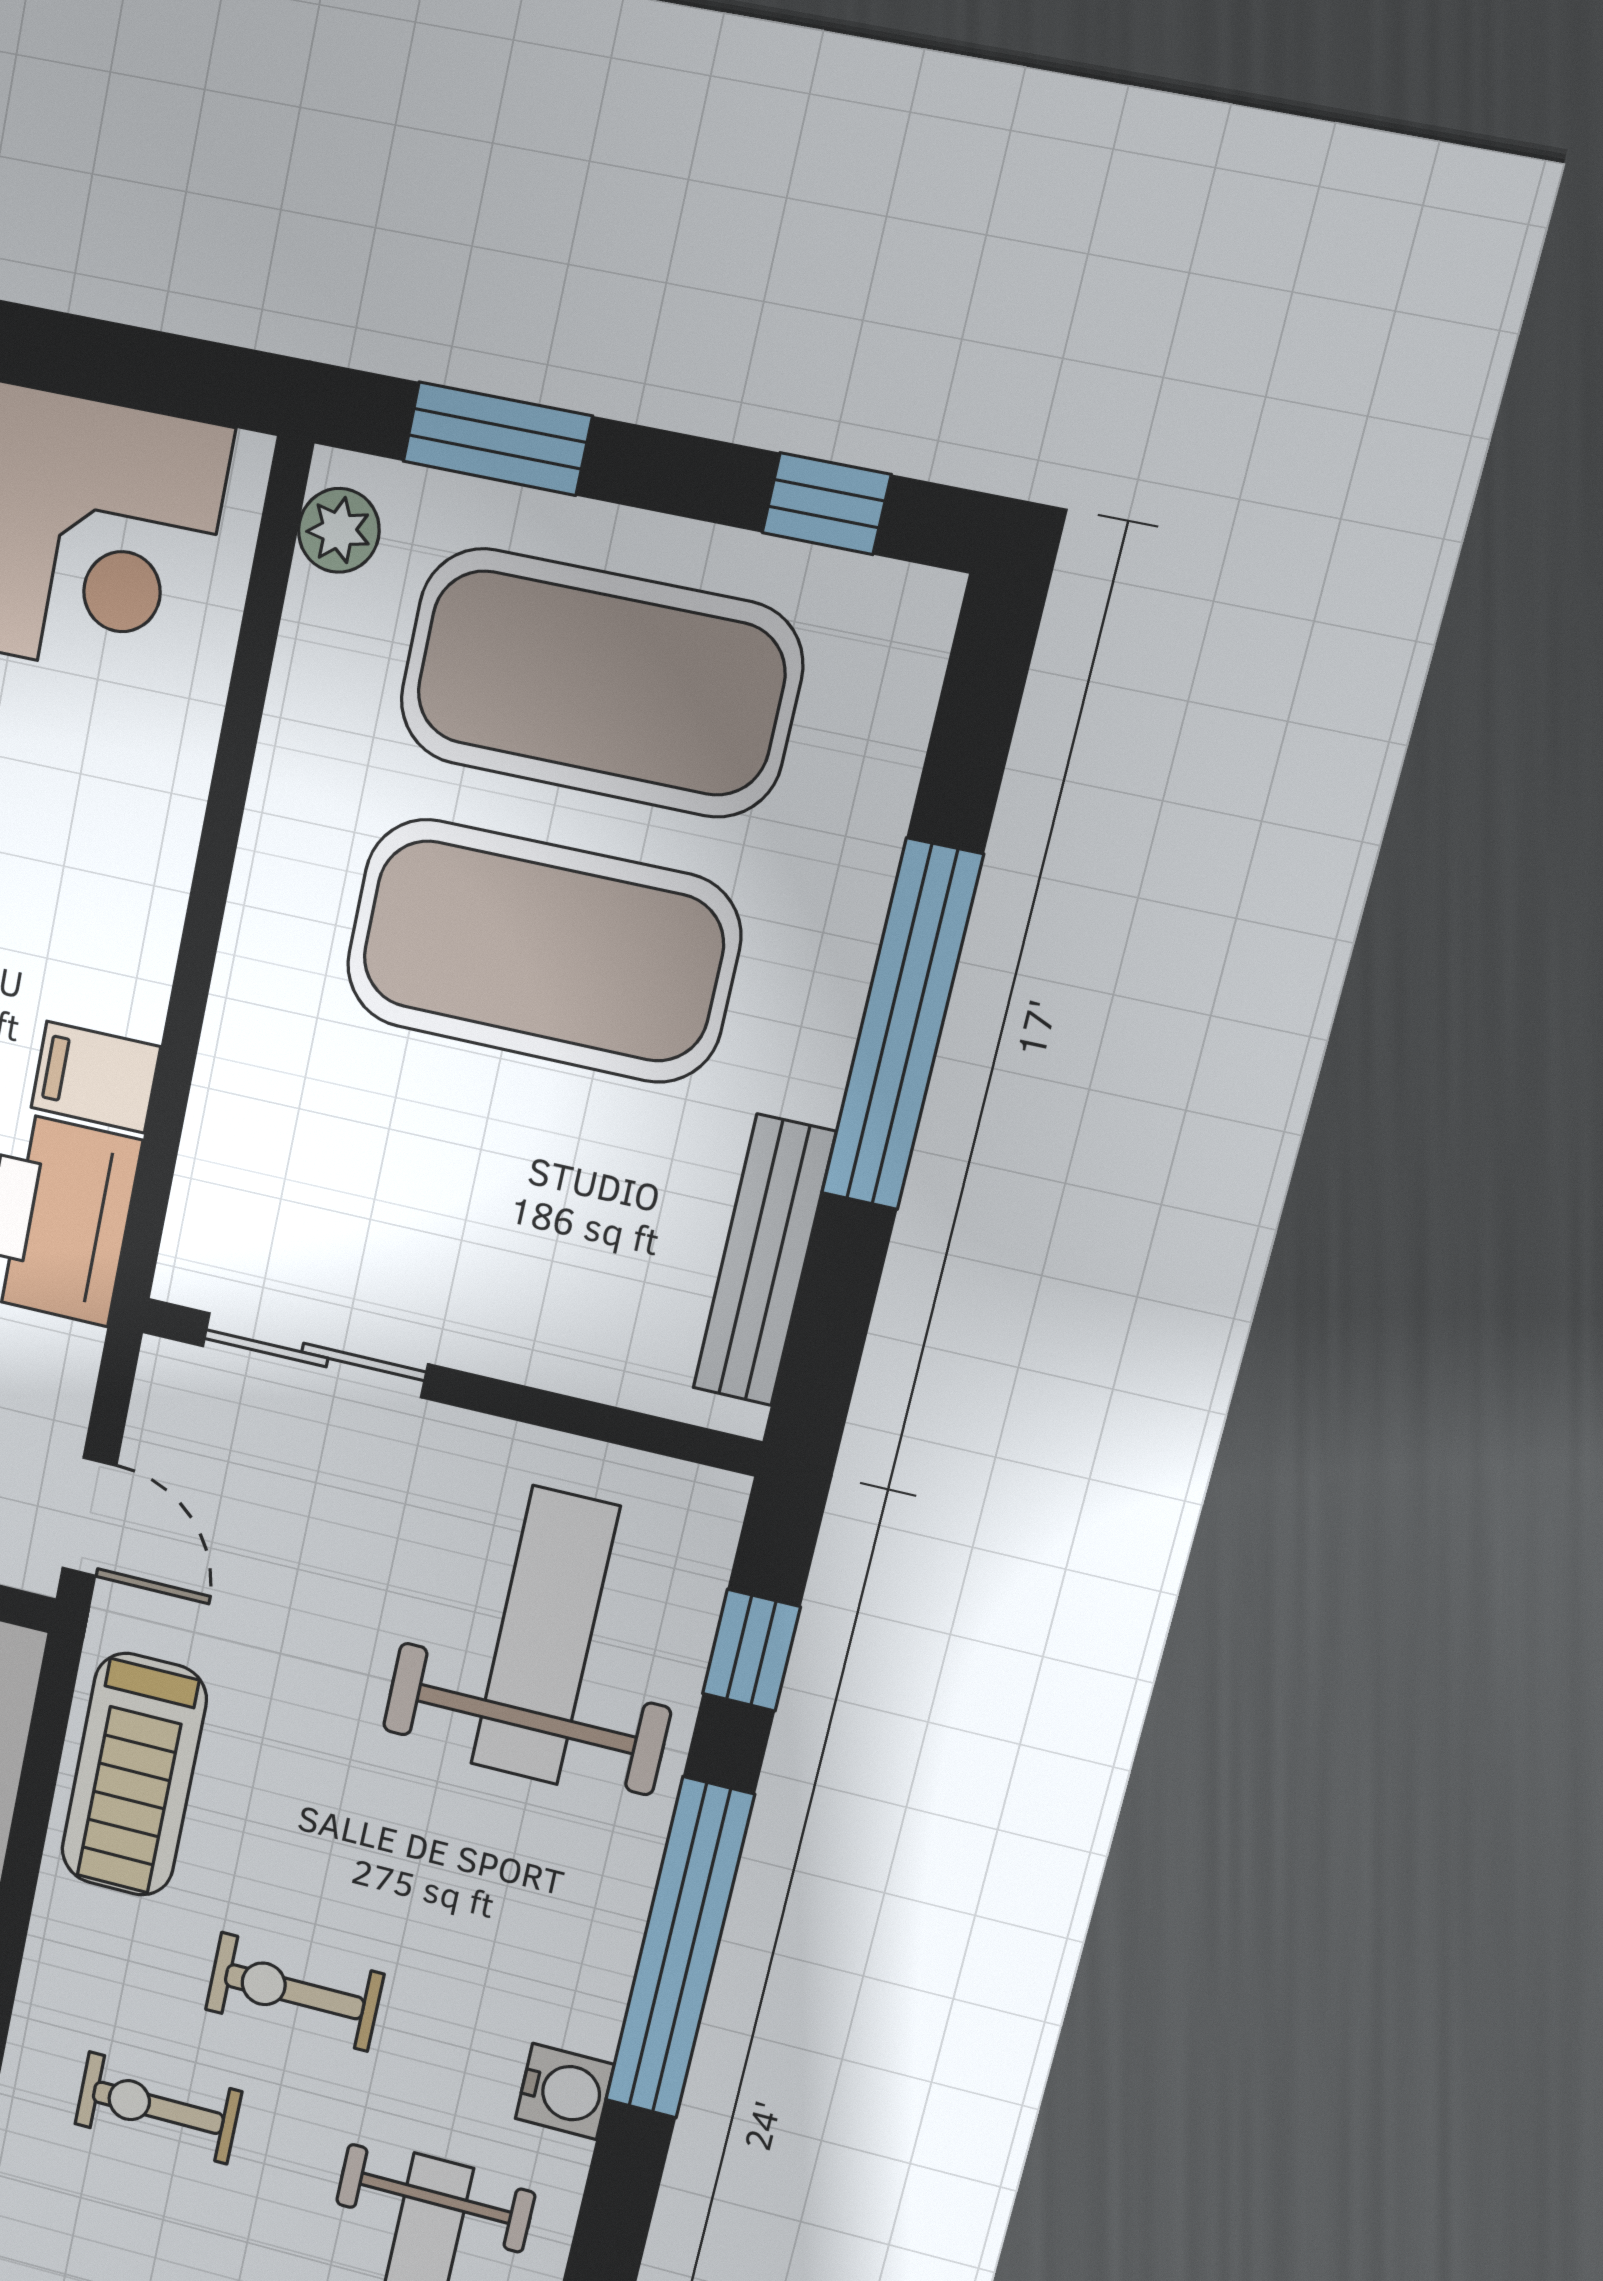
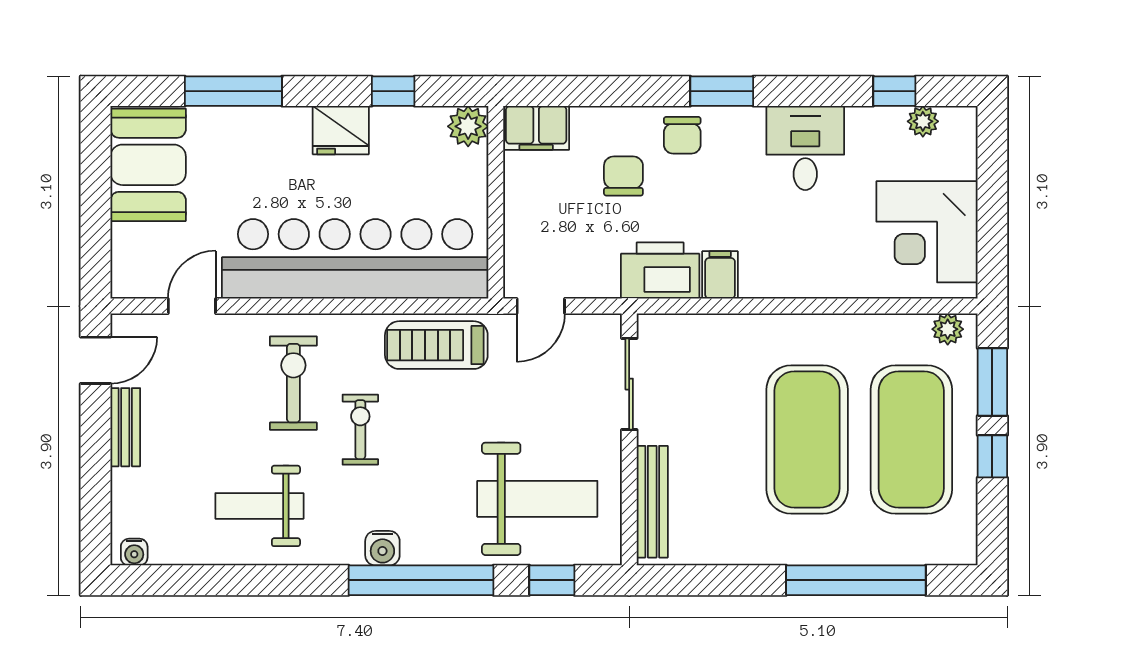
window: (826, 504) -> (992, 456), moved
window: (902, 1026) -> (856, 580), moved
bench: (764, 1261) -> (652, 502), moved, turned 90
water cooler: (565, 2091) -> (382, 548), moved
exercise bike: (158, 2108) -> (293, 383), width x1.38, depth x1.39

